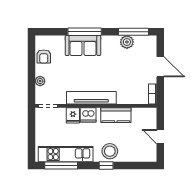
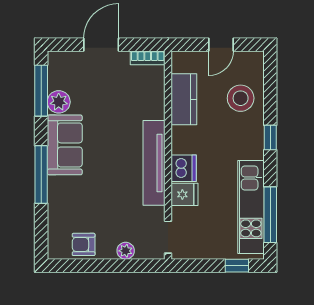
sofa: (83, 46) -> (65, 145), moved
armchair: (44, 57) -> (84, 244), turned 180
kitchen counter: (116, 115) -> (184, 99), moved
window: (31, 146) -> (237, 266), added
stool: (110, 151) -> (241, 98), moved

